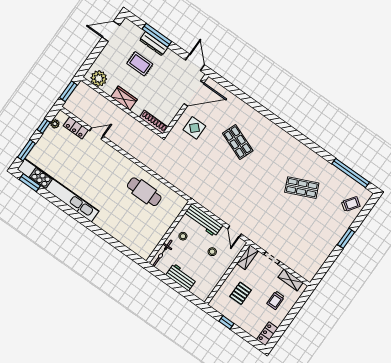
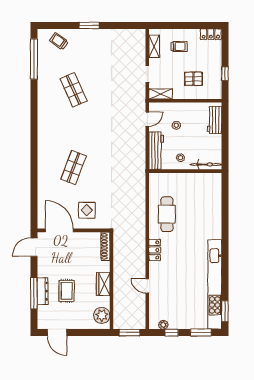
locker: (76, 128) -> (155, 250), moved
workbench: (181, 277) -> (214, 120), moved

